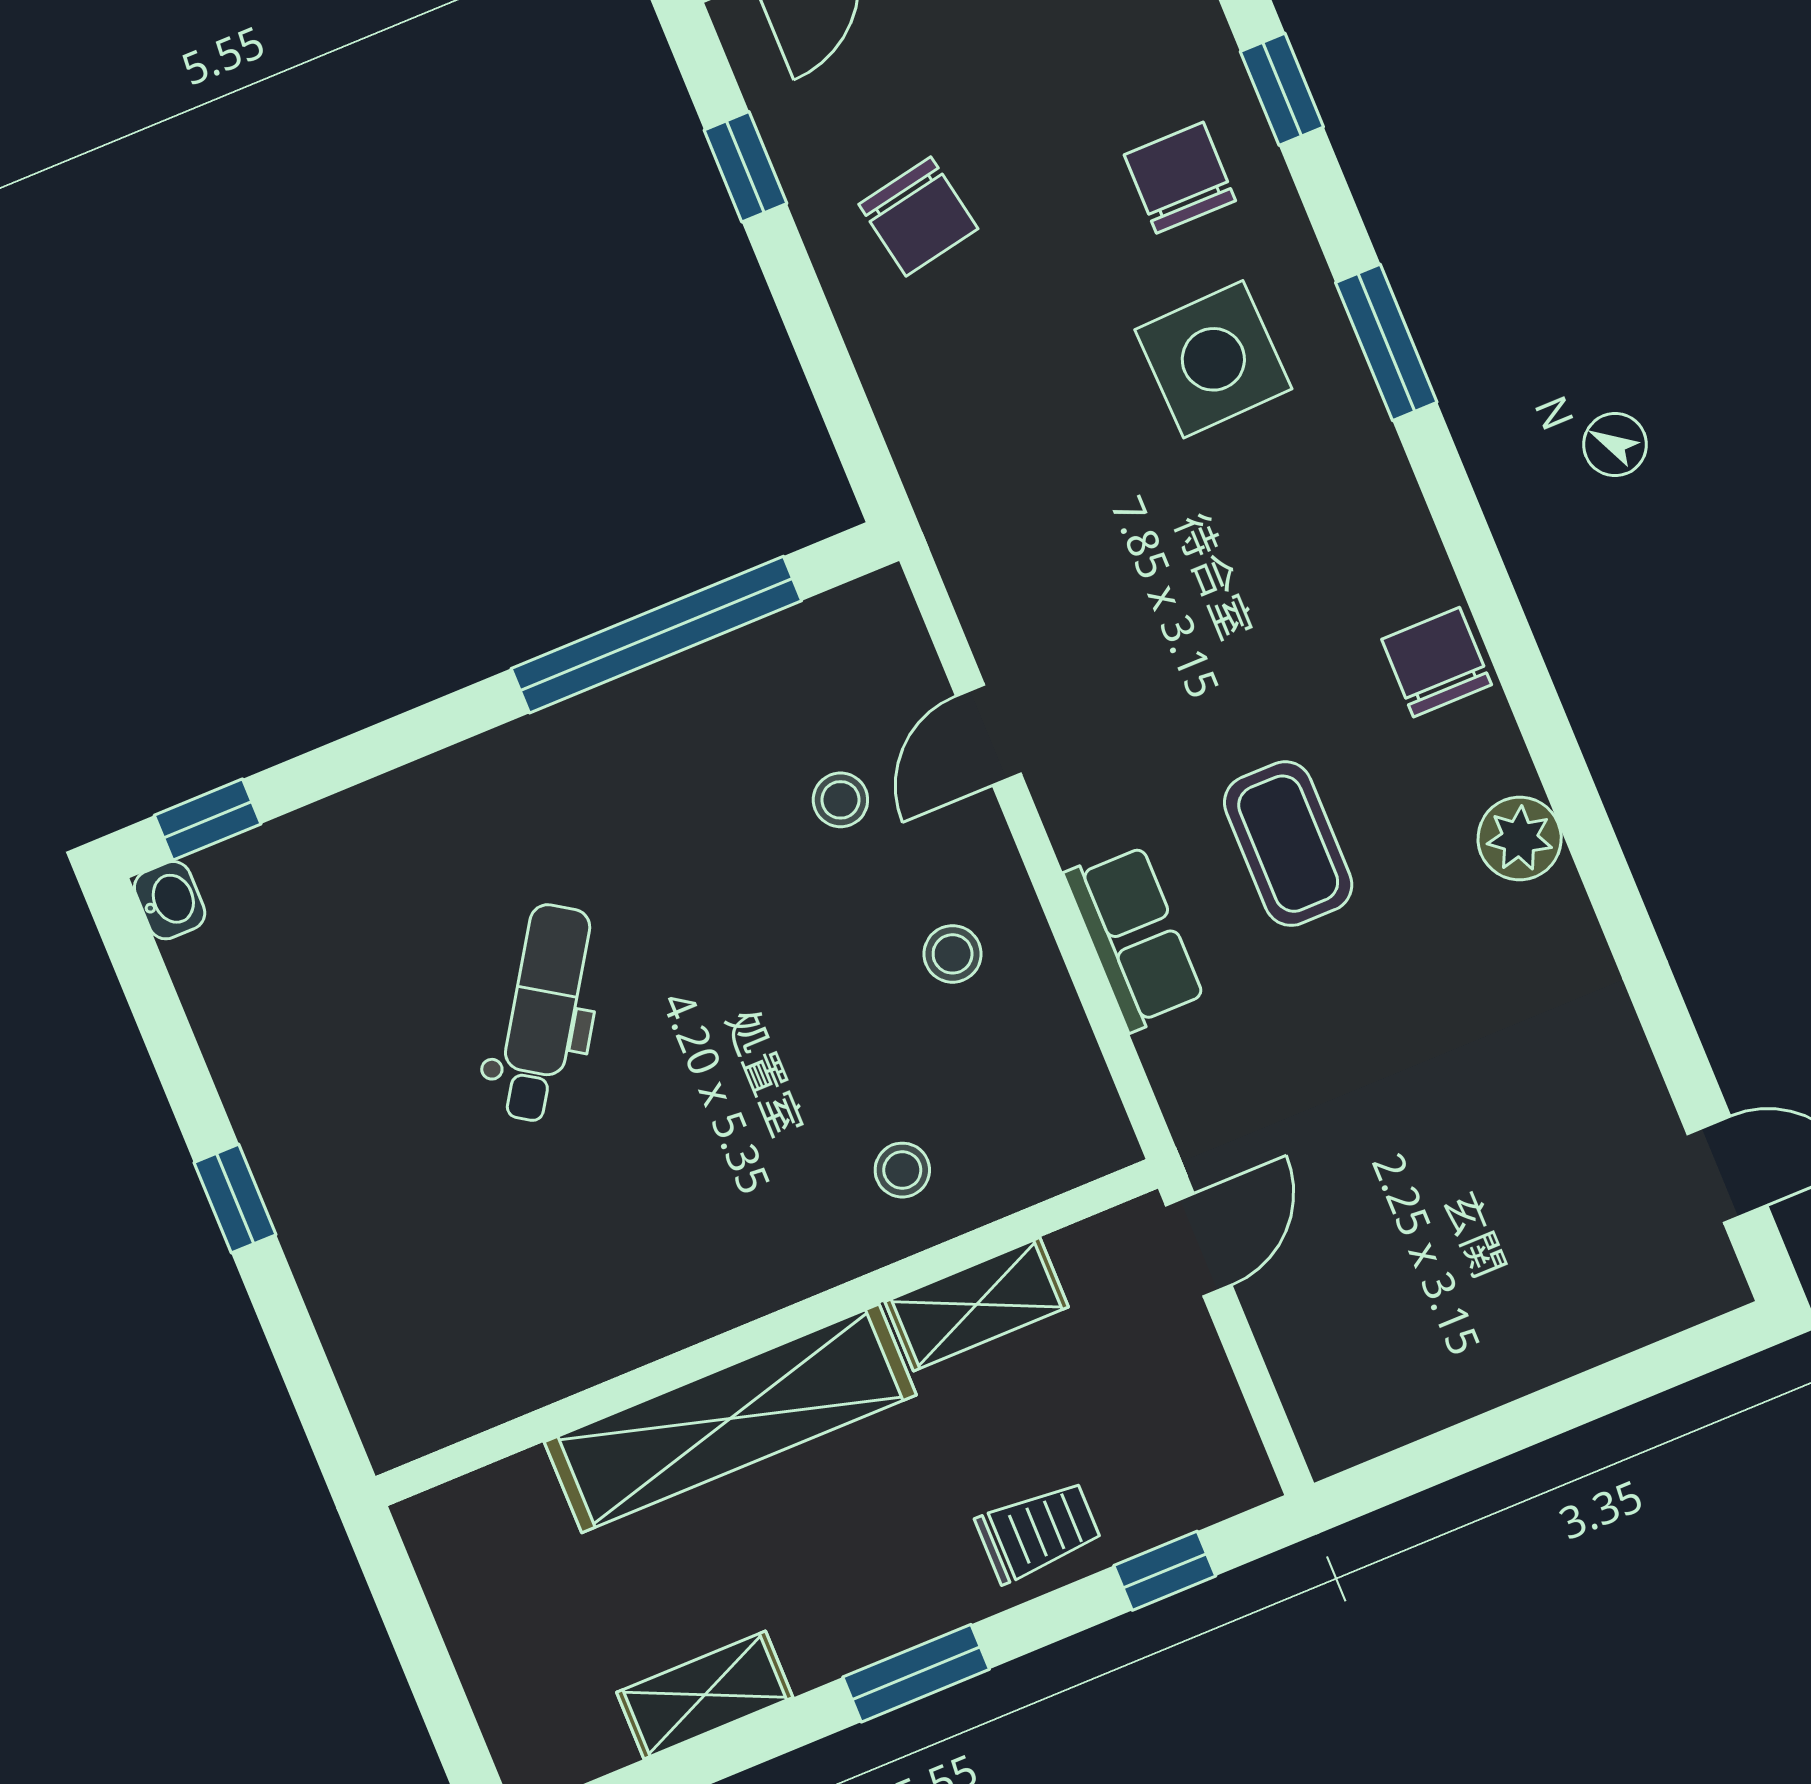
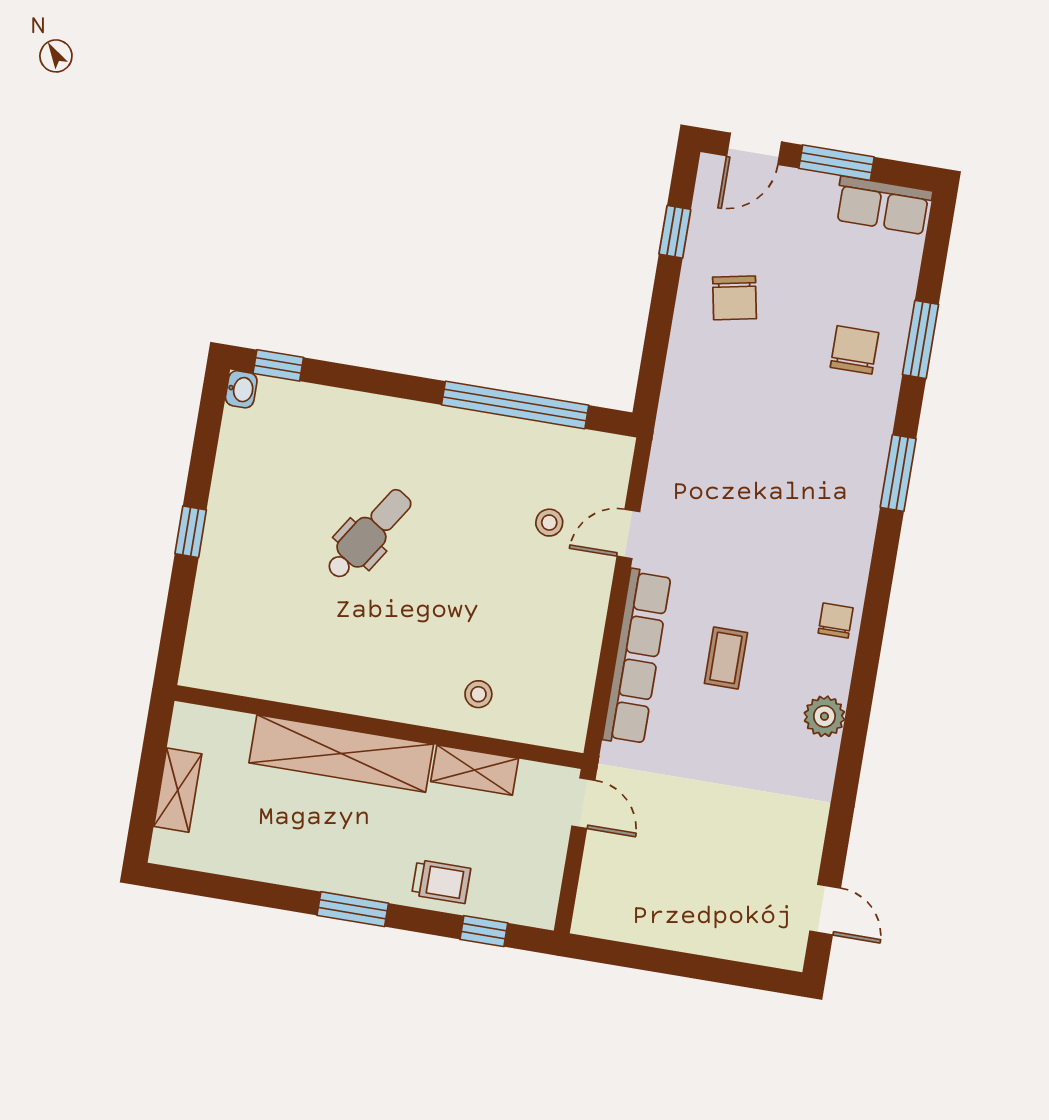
window: (1282, 89) -> (921, 339), width x1.50
side table: (1213, 359) -> (821, 435), removed
chair: (1437, 662) -> (836, 621), width x0.73, depth x0.73
coffee table: (1288, 844) -> (726, 658), width x0.73, depth x0.77
row of seats: (1134, 937) -> (637, 657), width x2.02
stool: (953, 954) -> (556, 617), removed
door: (1199, 1245) -> (583, 803), hinge flipped
shelving: (705, 1695) -> (178, 790), moved, turned 90

